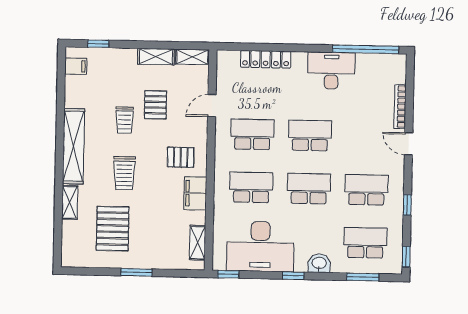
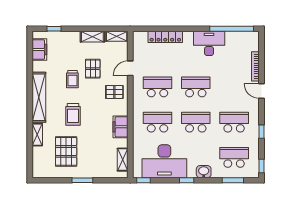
filing cabinet: (76, 66) -> (39, 49), width x2.00
pallet: (181, 157) -> (114, 92), moved

